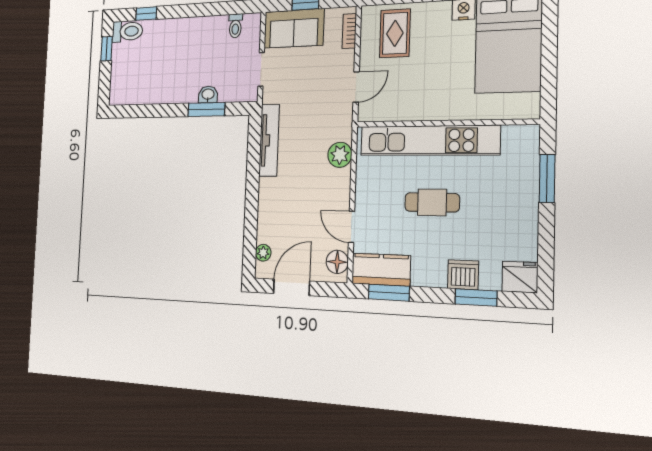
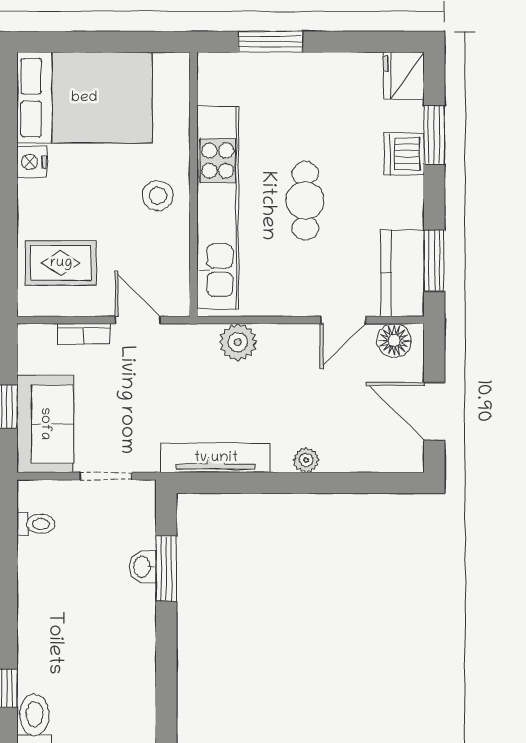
bookcase: (349, 31) -> (84, 334), moved
stool: (438, 98) -> (158, 196), added
plant: (263, 253) -> (306, 460), moved

